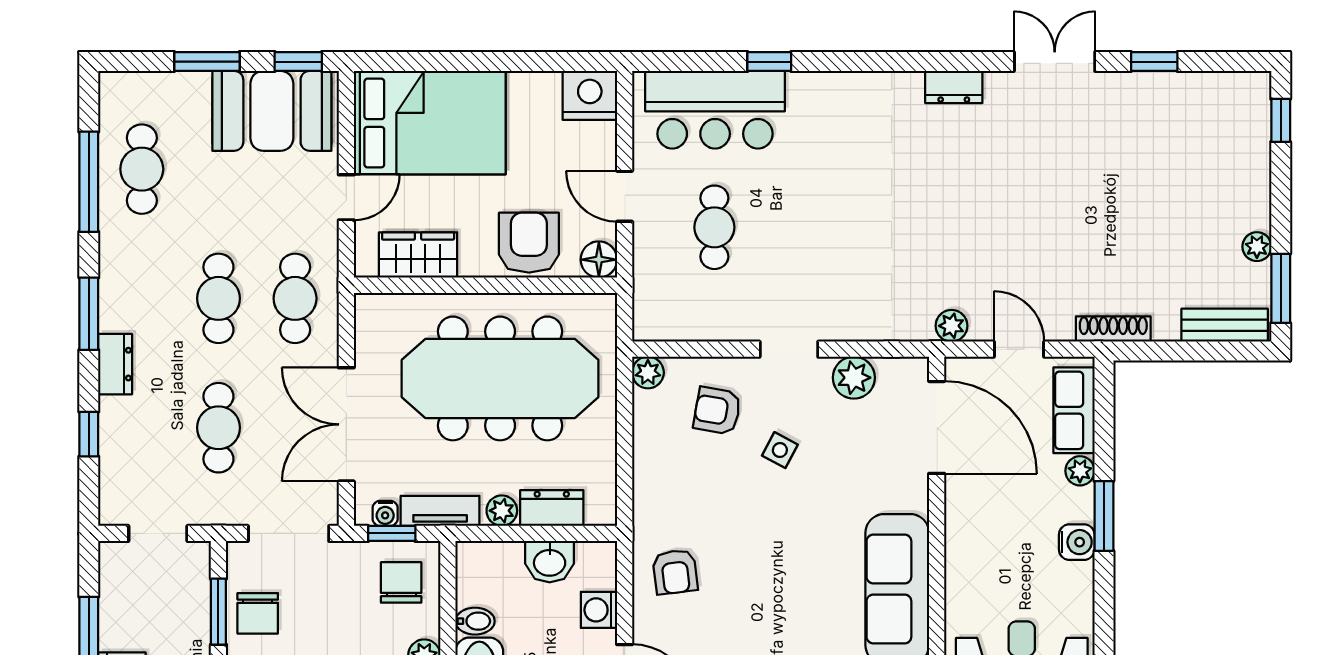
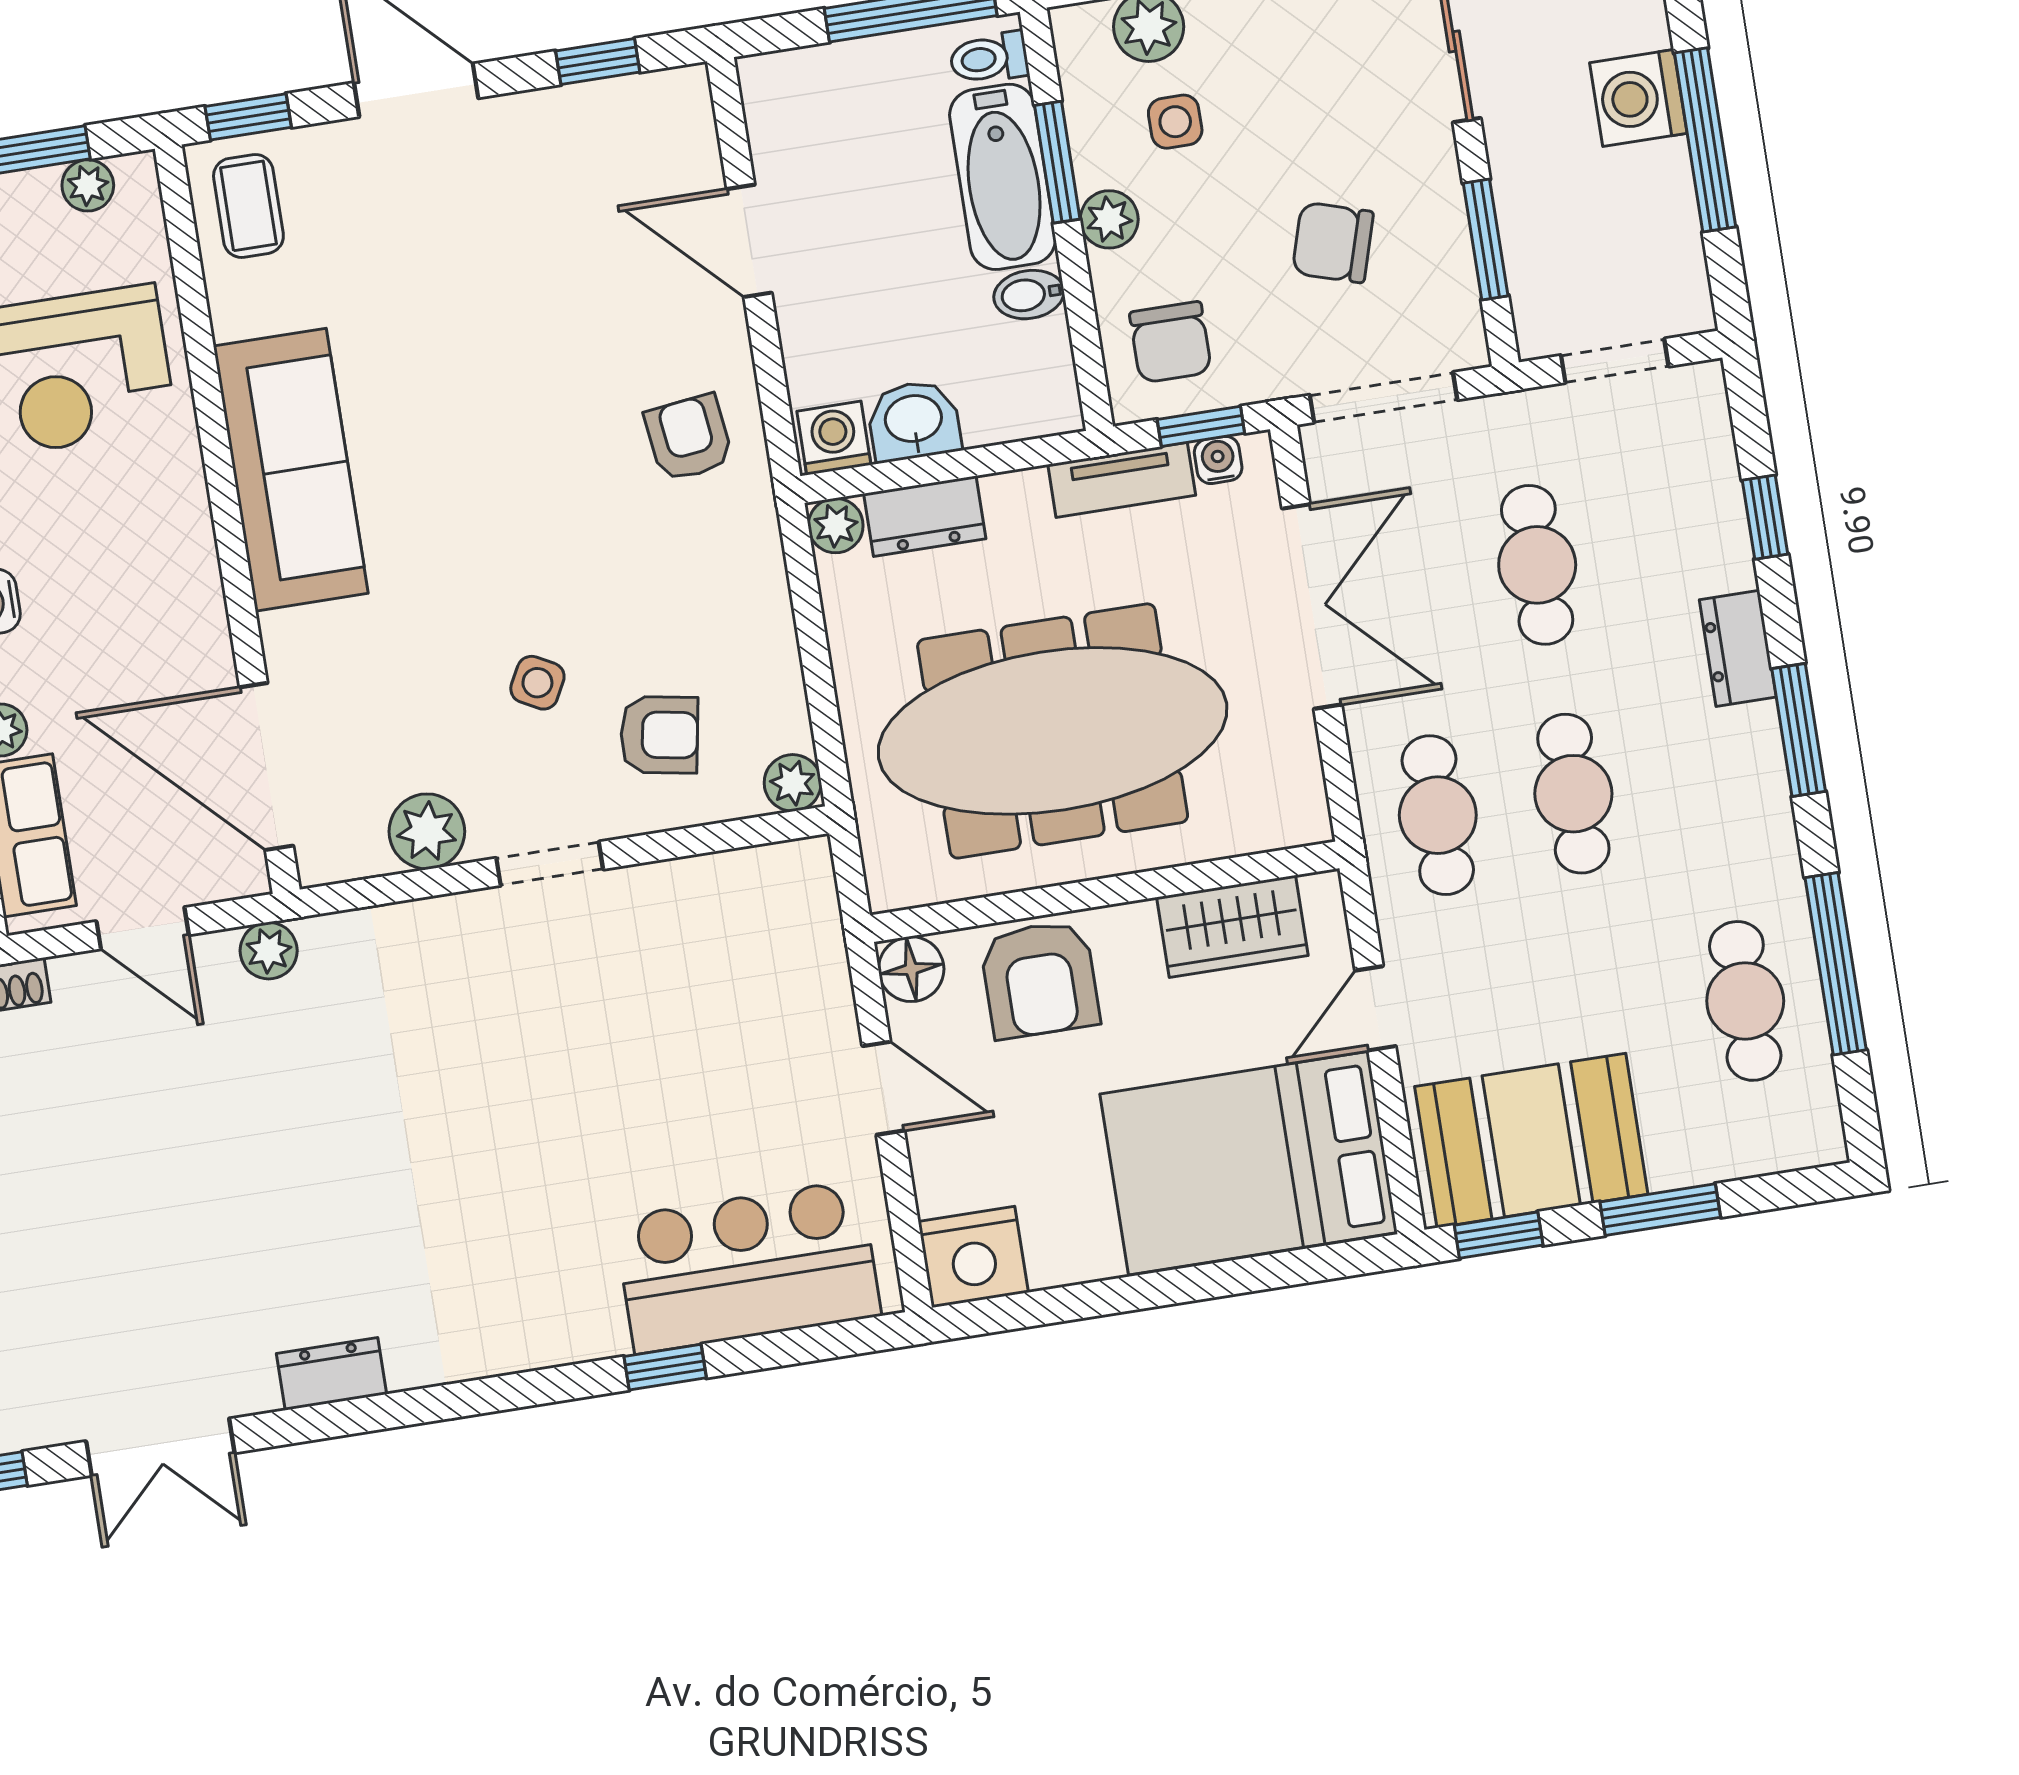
cafe table: (714, 227) -> (716, 1058), removed
plant: (502, 511) -> (836, 526), moved
washing machine: (599, 610) -> (834, 438), moved, turned -90
chair: (258, 613) -> (1333, 242), moved, turned -73

